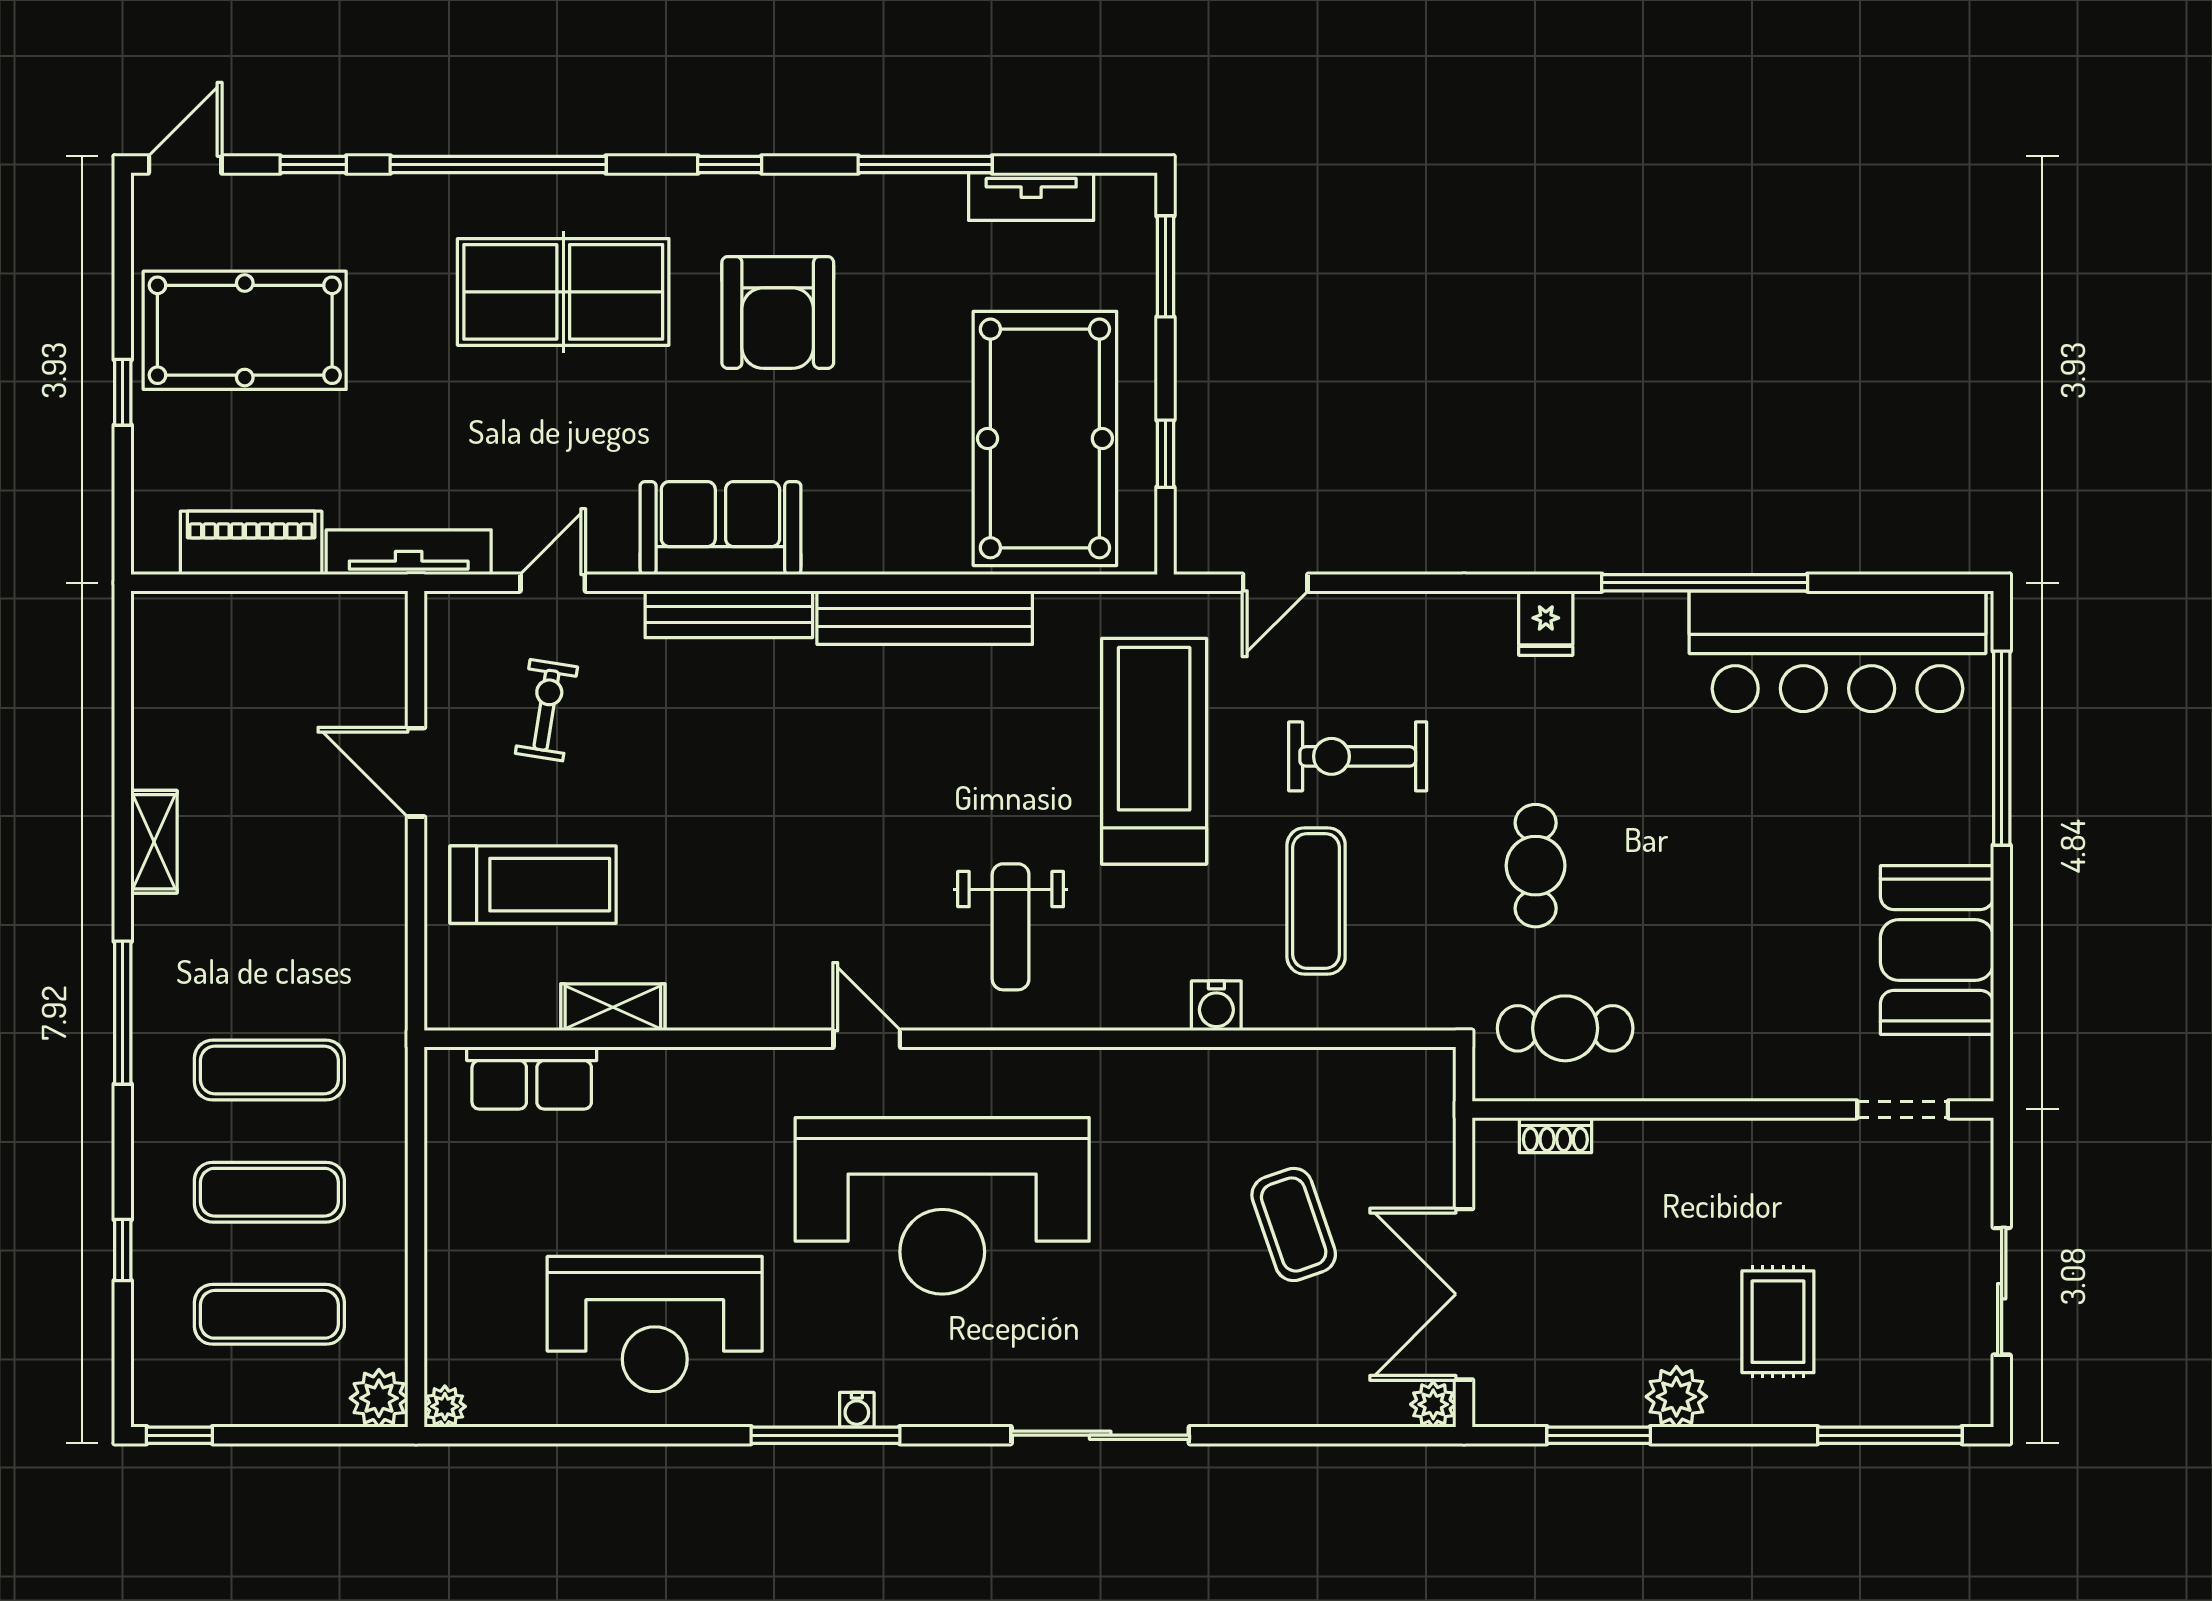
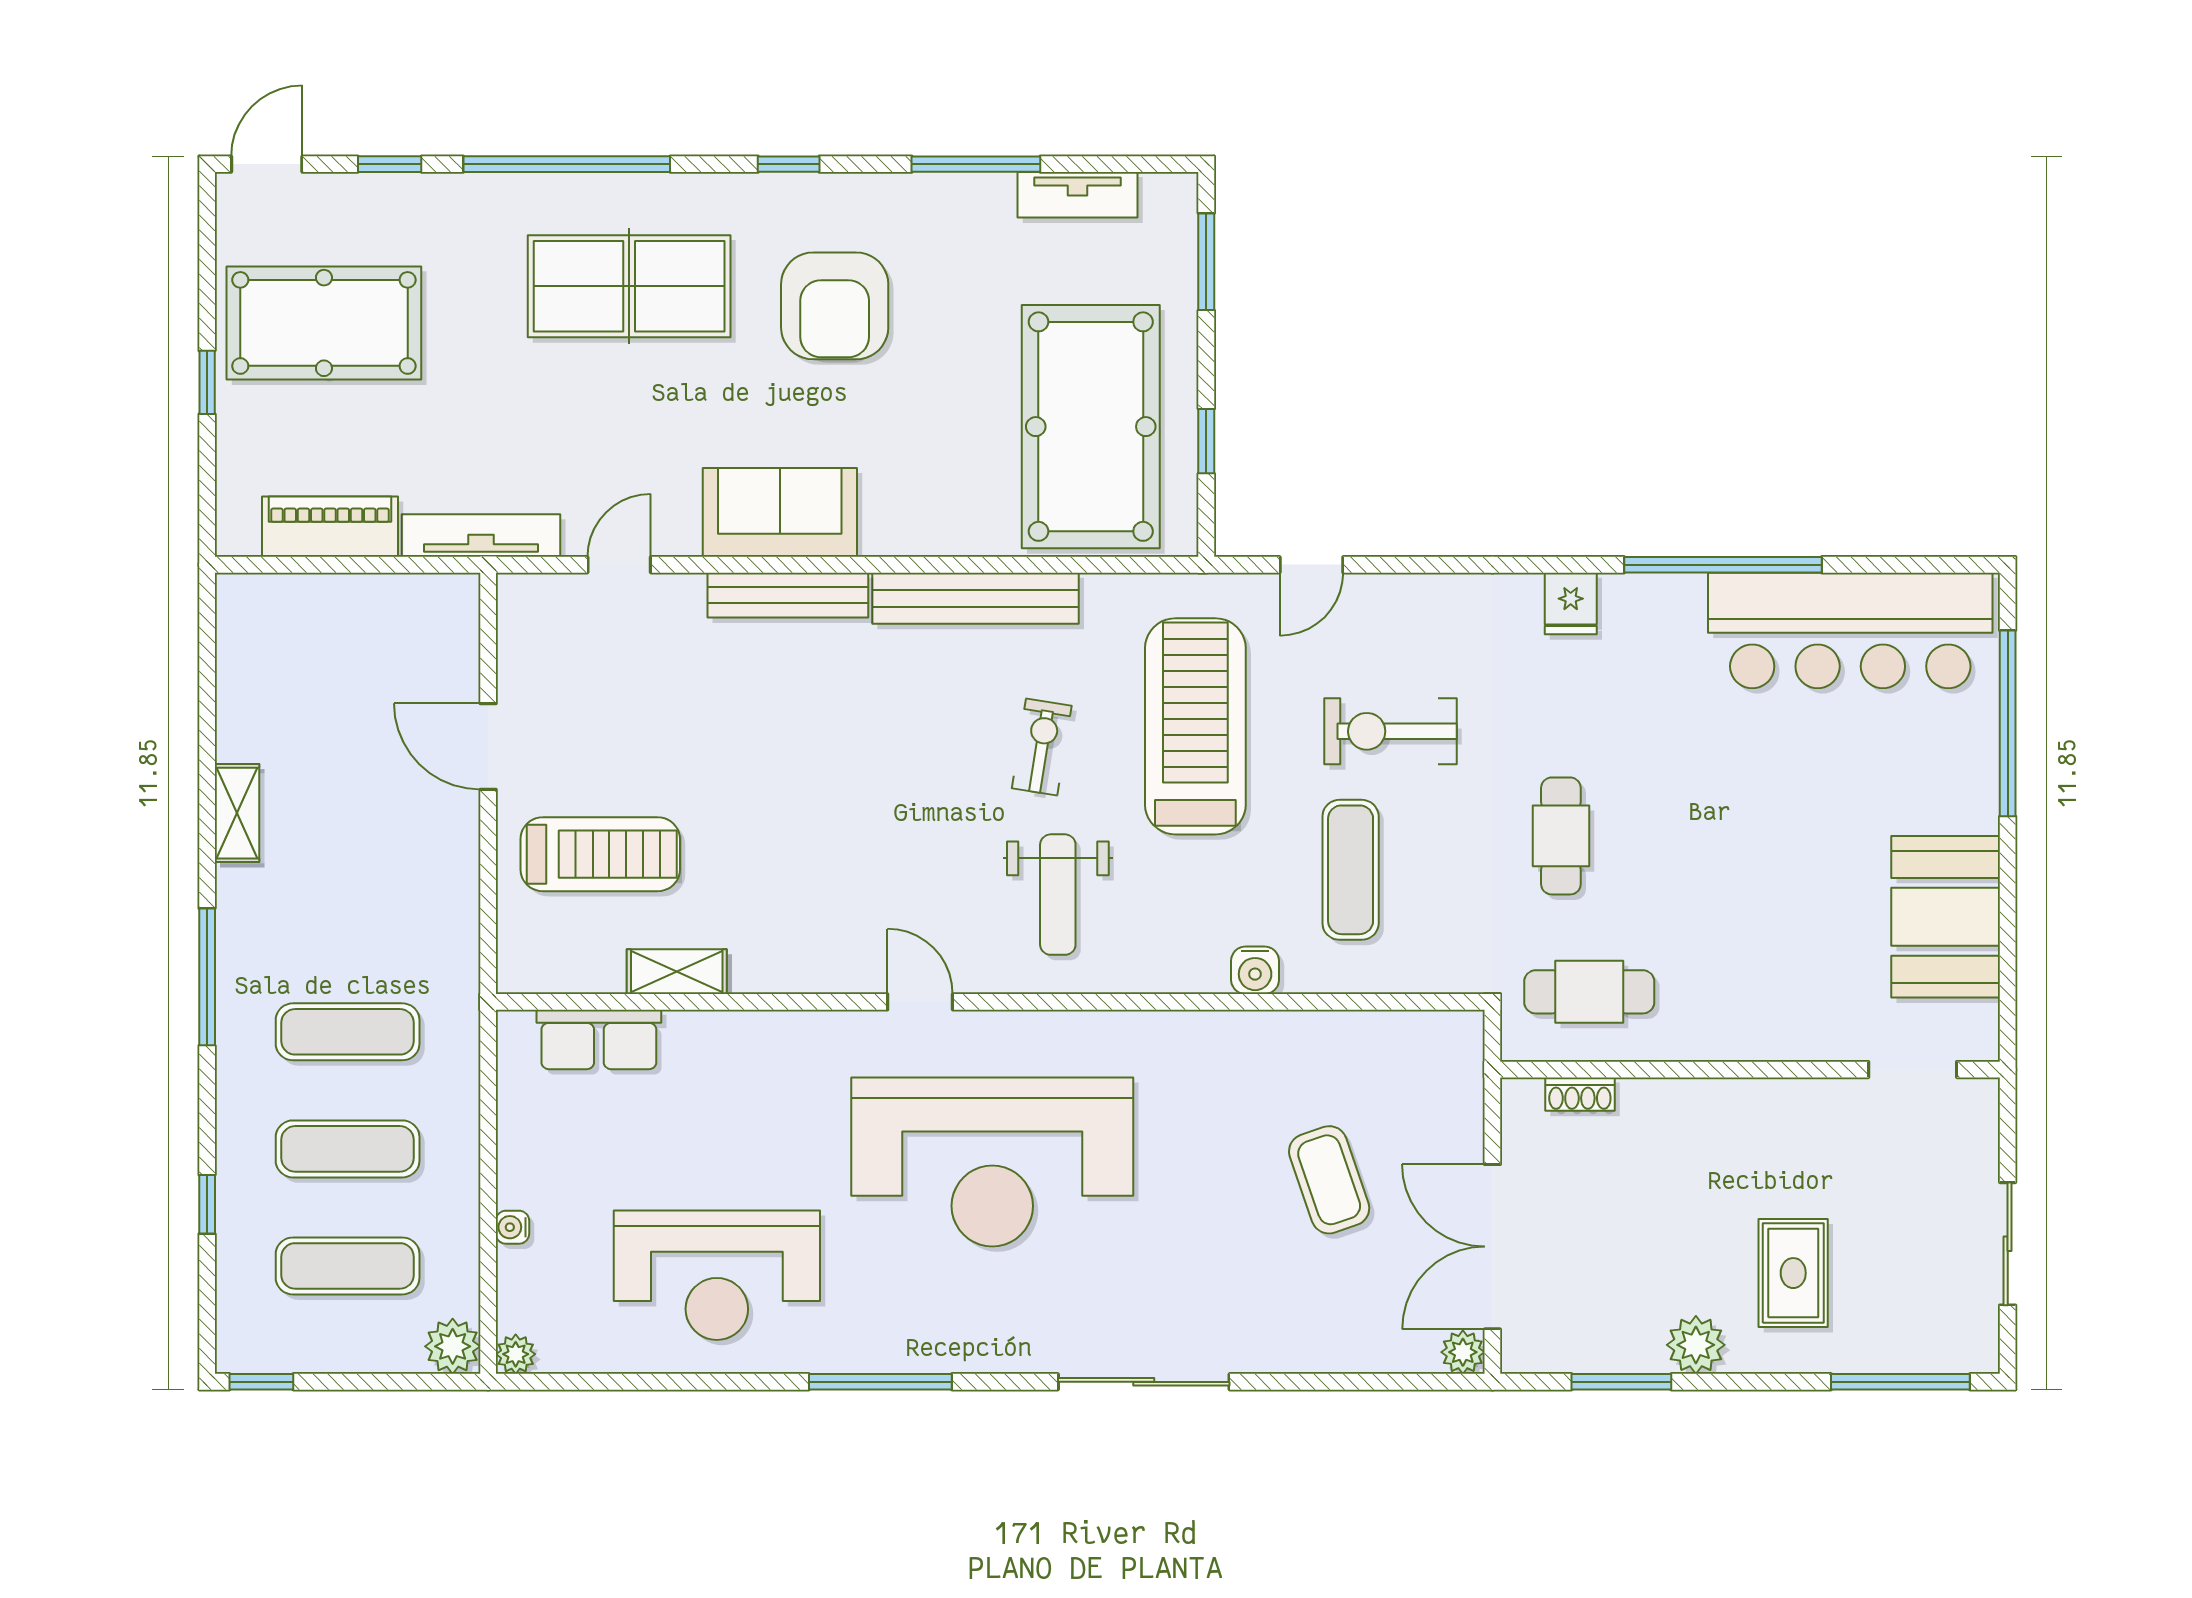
exercise bike: (546, 710) -> (1042, 747), moved
water cooler: (857, 1410) -> (512, 1227), moved, turned 90

